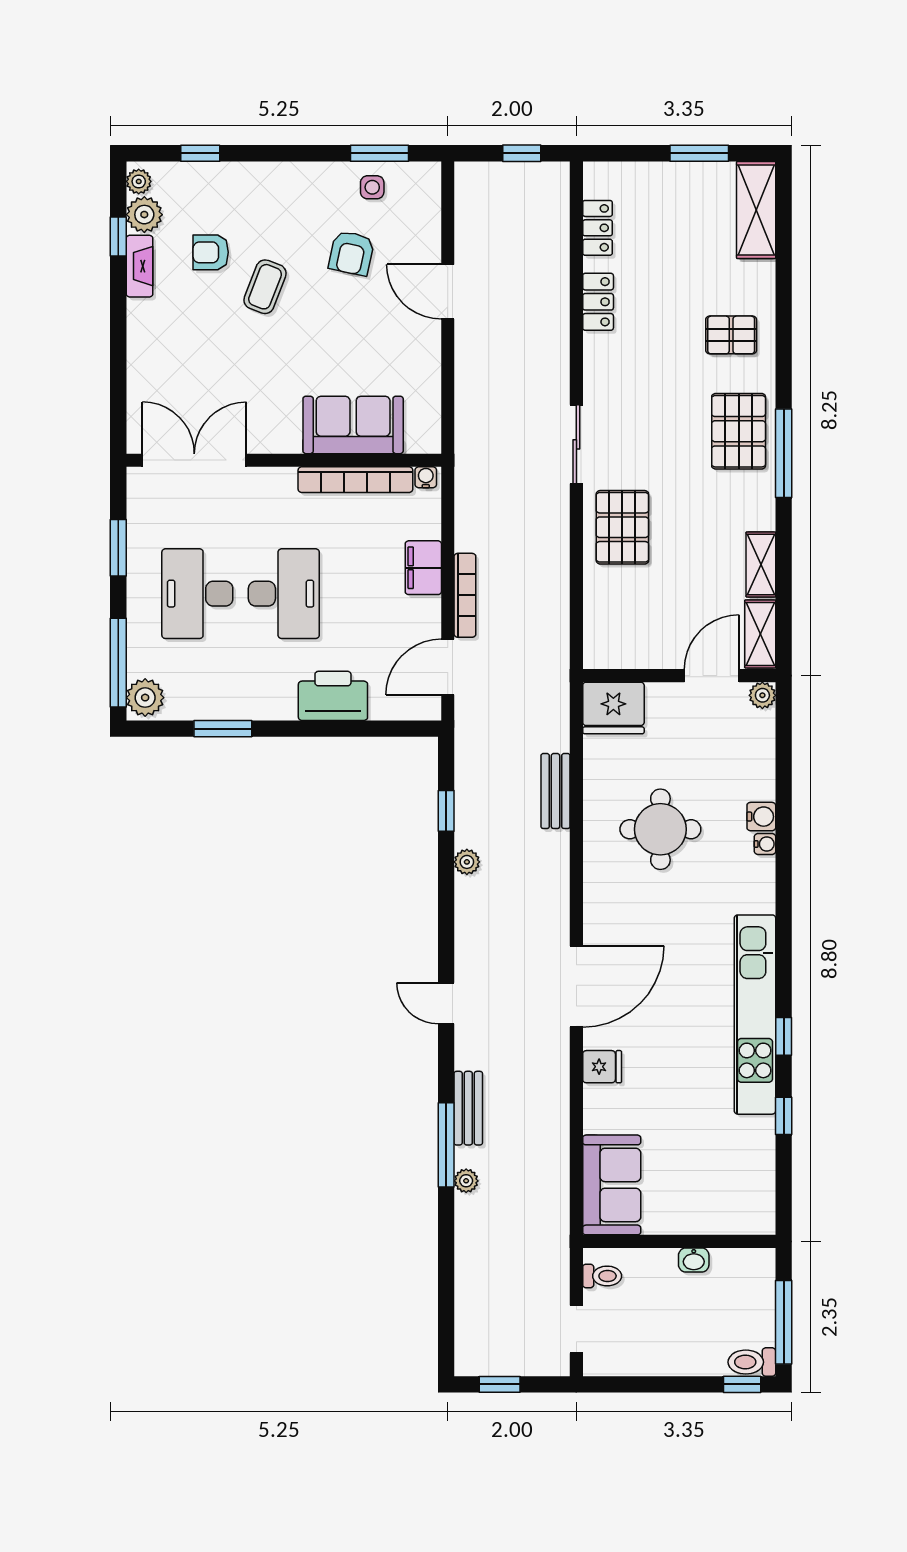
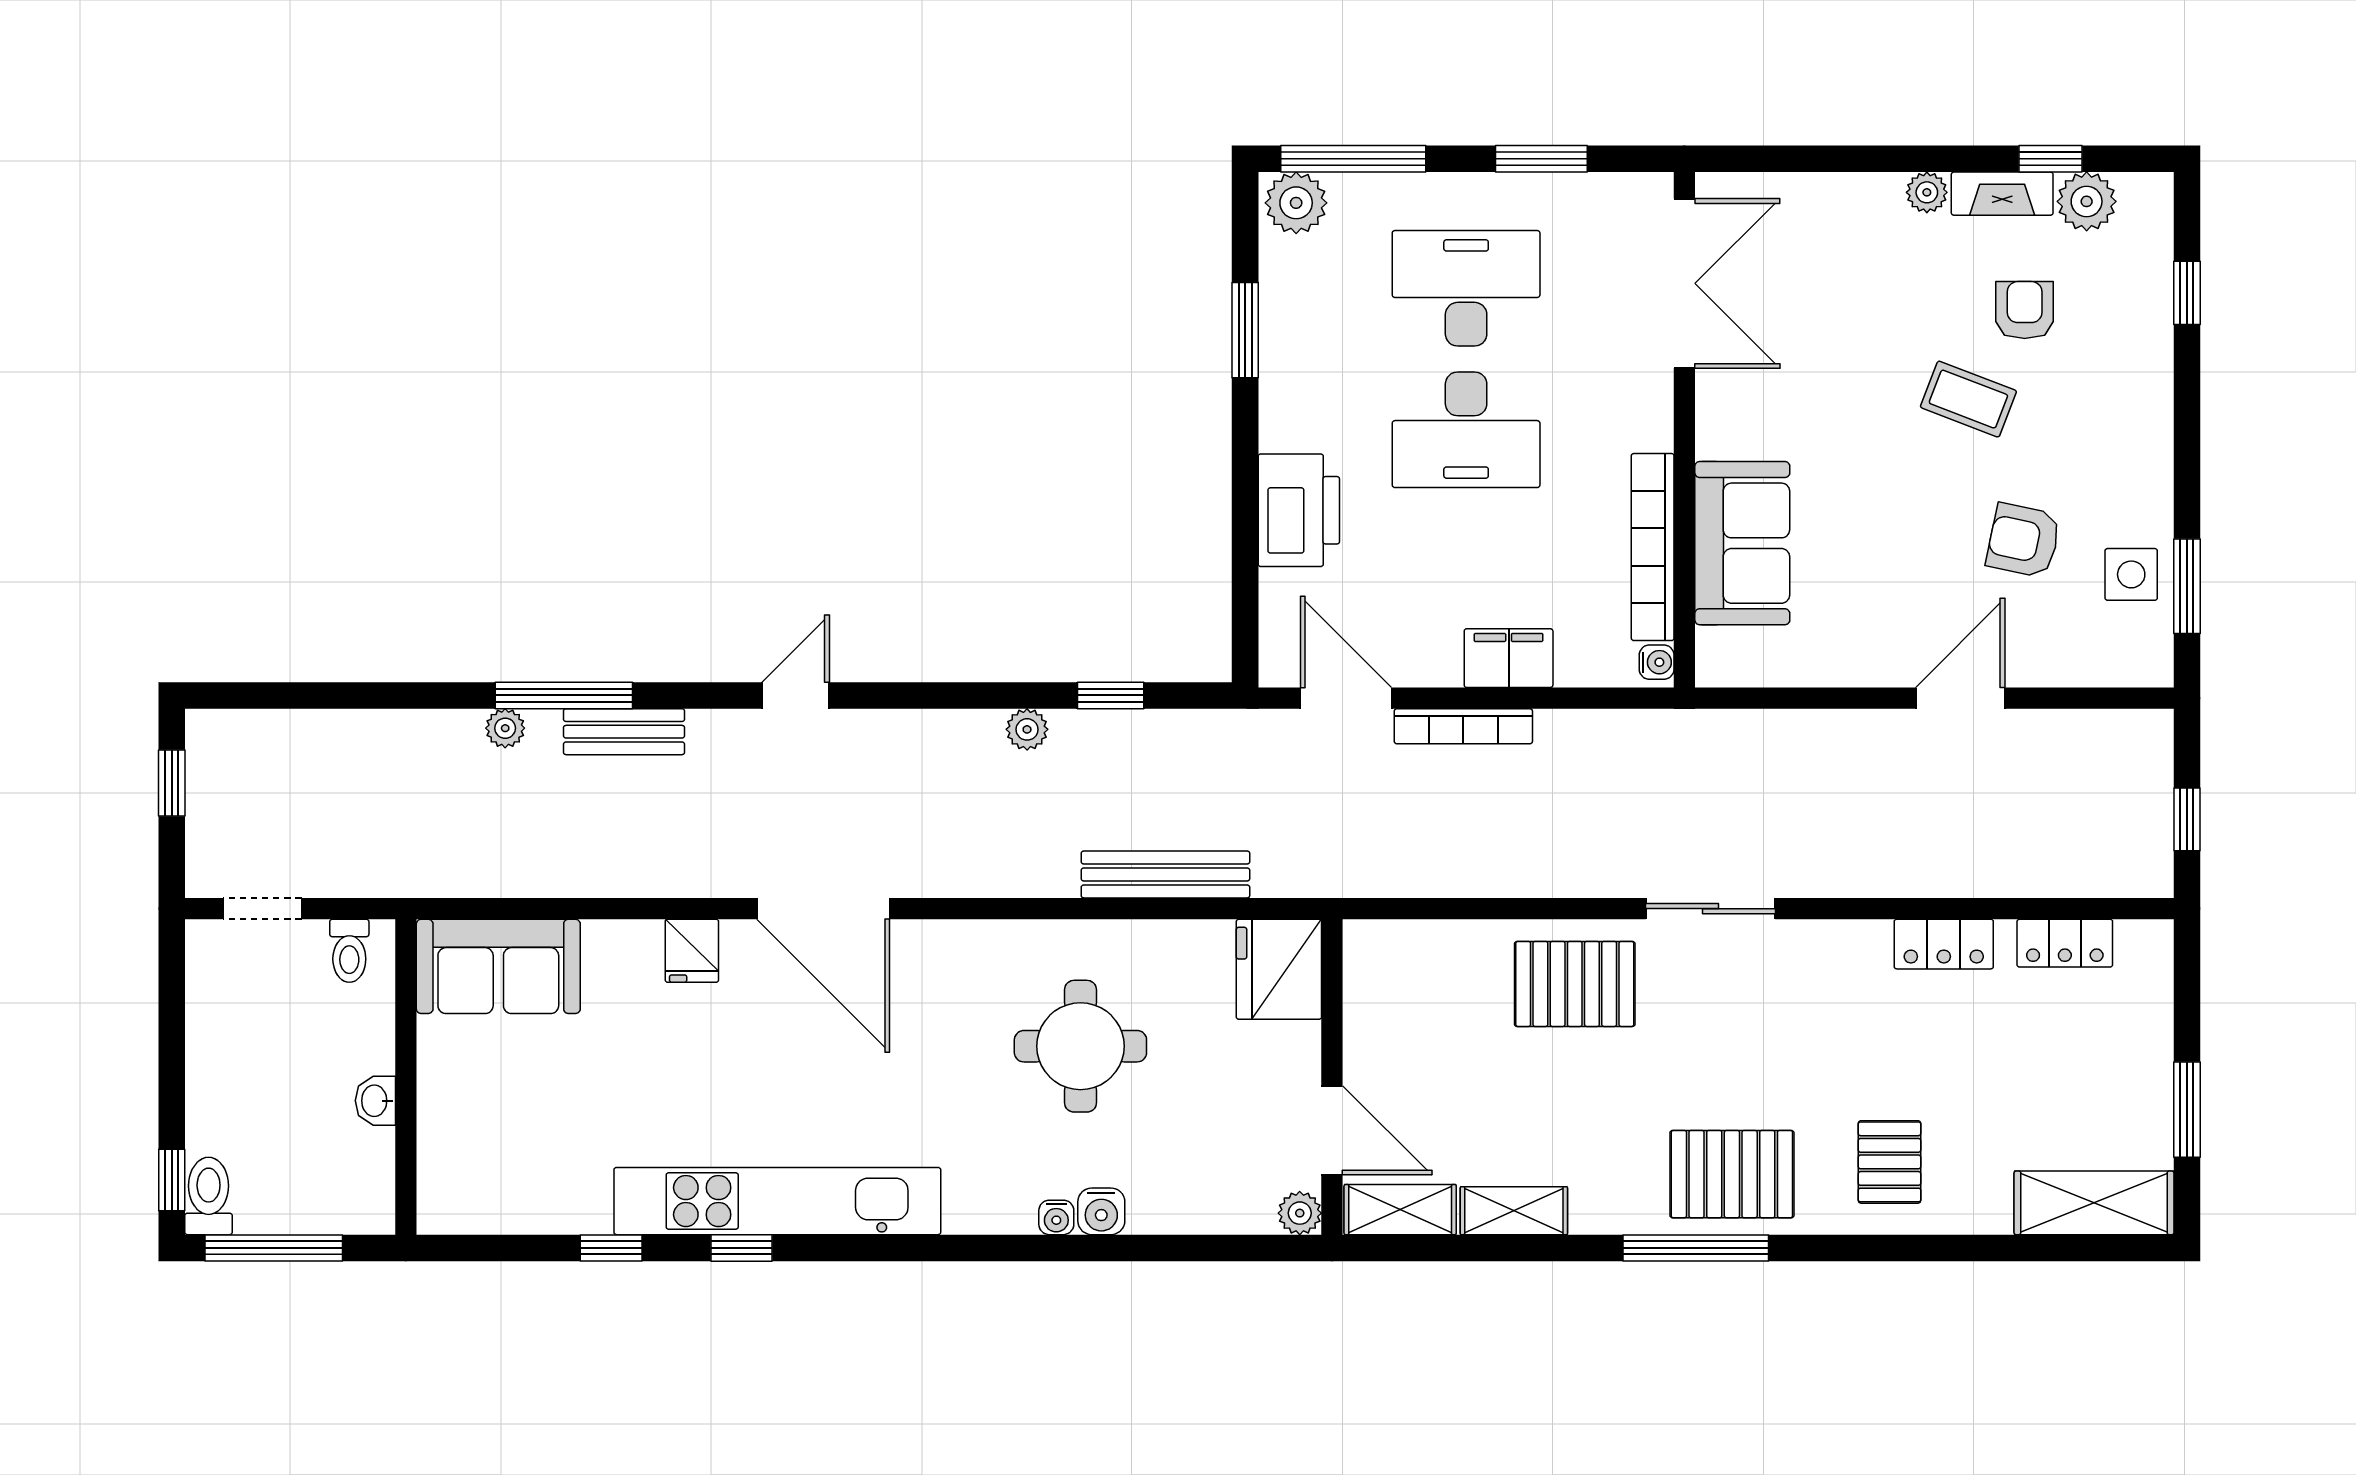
plant: (139, 181) -> (1927, 192), moved
side table: (372, 187) -> (2131, 574), width x1.37, depth x1.37
bench: (555, 791) -> (1165, 874), width x1.36

